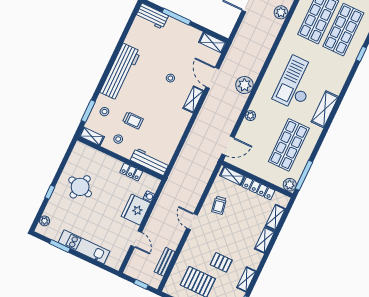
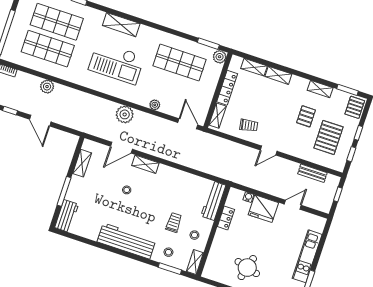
shelving: (212, 43) -> (82, 163), moved
shelving: (325, 109) -> (121, 25), moved
window: (304, 175) -> (208, 44), width x0.69

